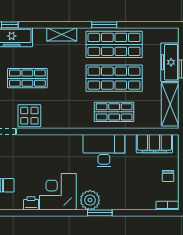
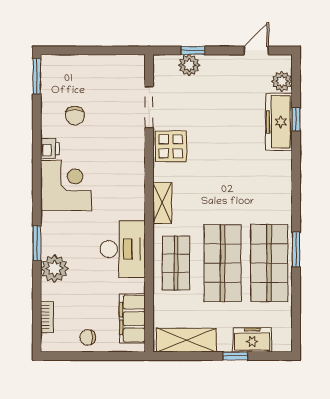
shelving: (62, 34) -> (162, 203), moved
freezer: (170, 62) -> (252, 340), width x0.71
shop shelf: (27, 78) -> (223, 143), removed
plant: (90, 200) -> (54, 268), moved
bookcase: (168, 206) -> (47, 317), moved

